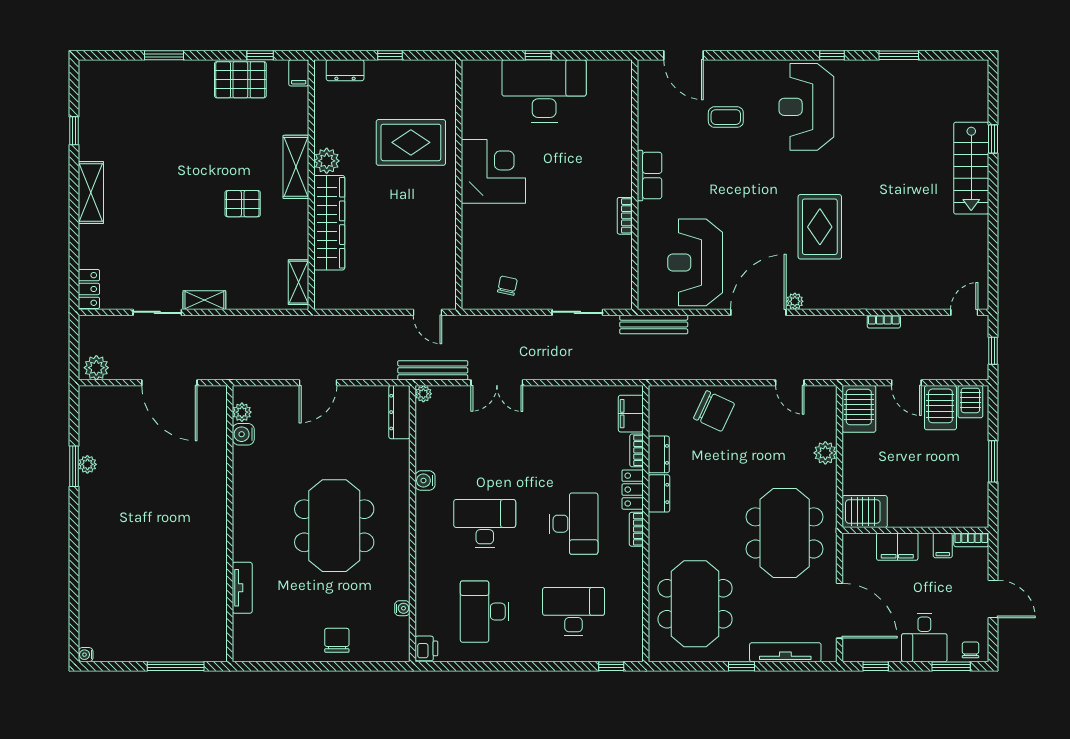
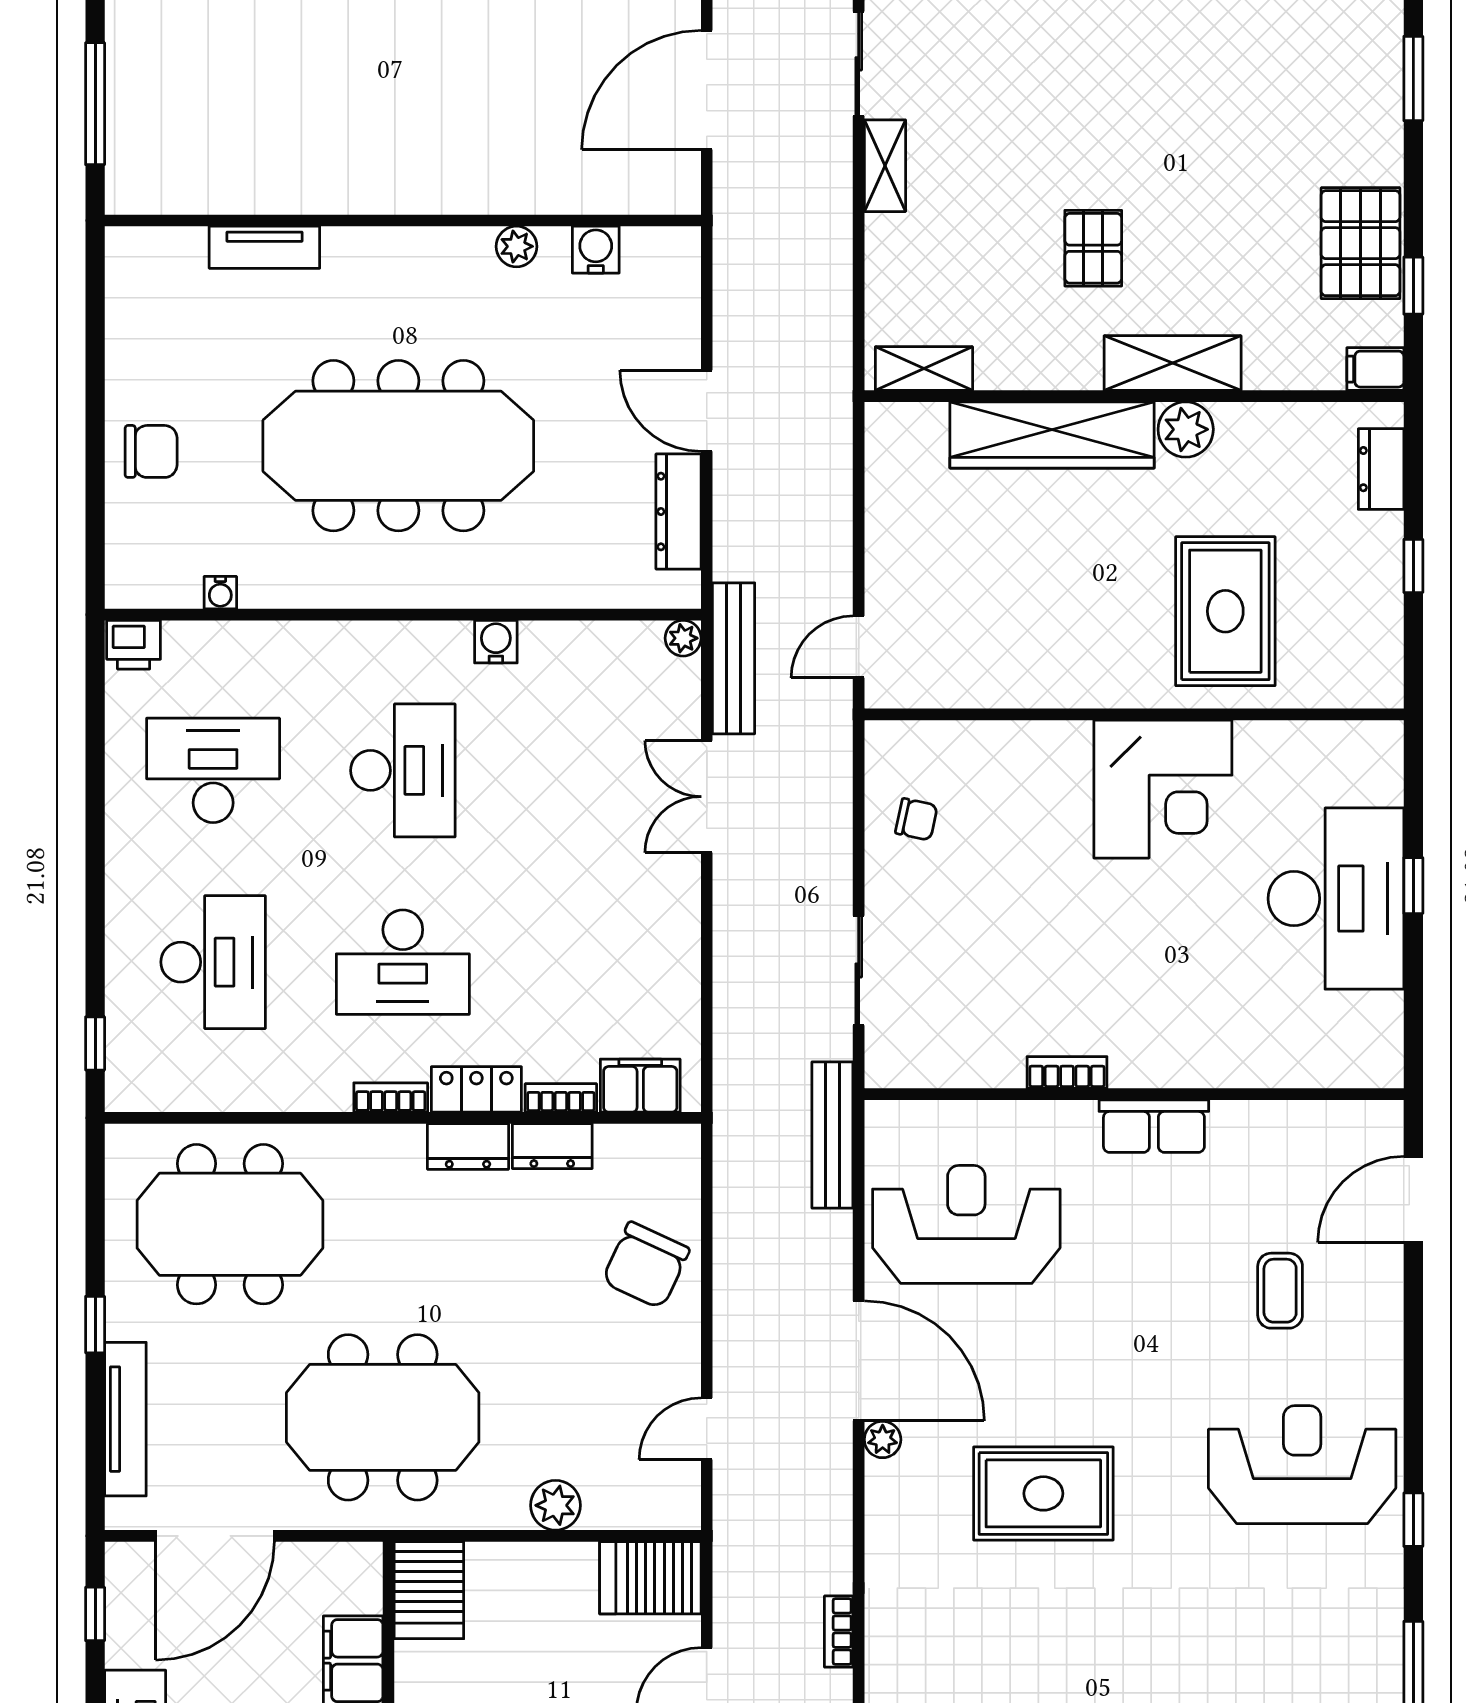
plant: (242, 412) -> (516, 246), moved
dresser: (399, 412) -> (678, 512), moved, turned -90
meeting table: (334, 526) -> (398, 446), width x1.36

